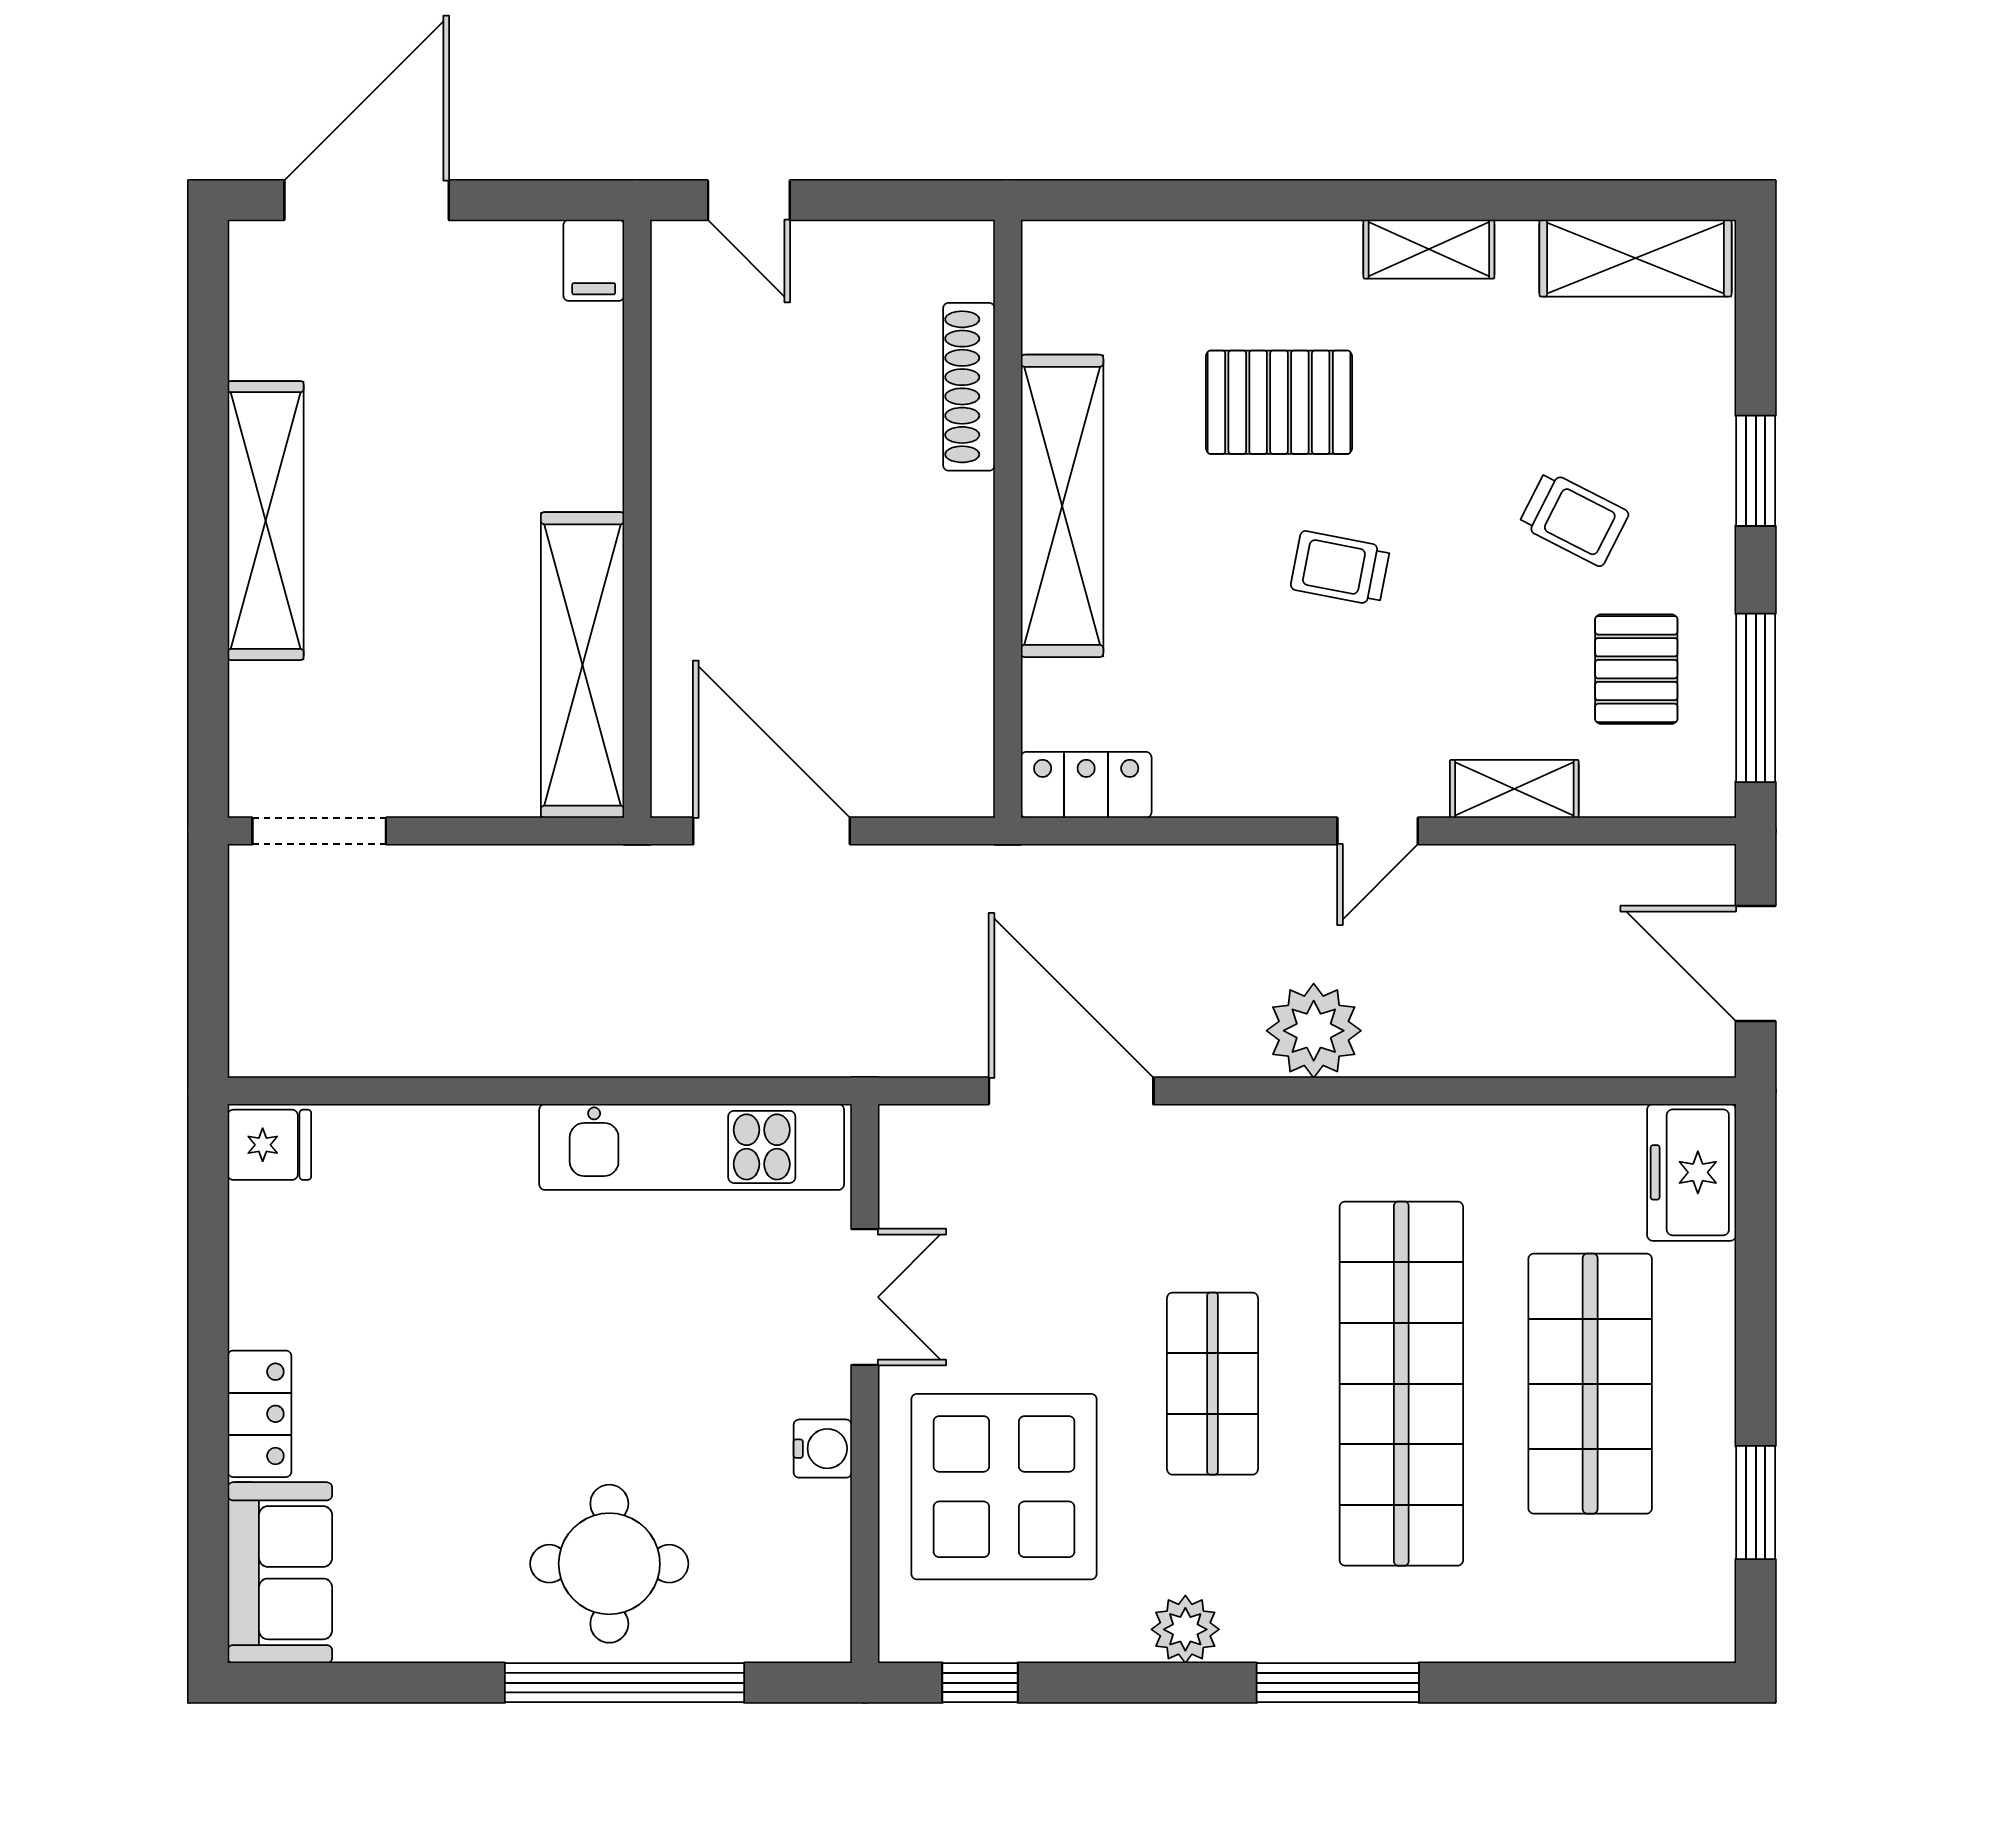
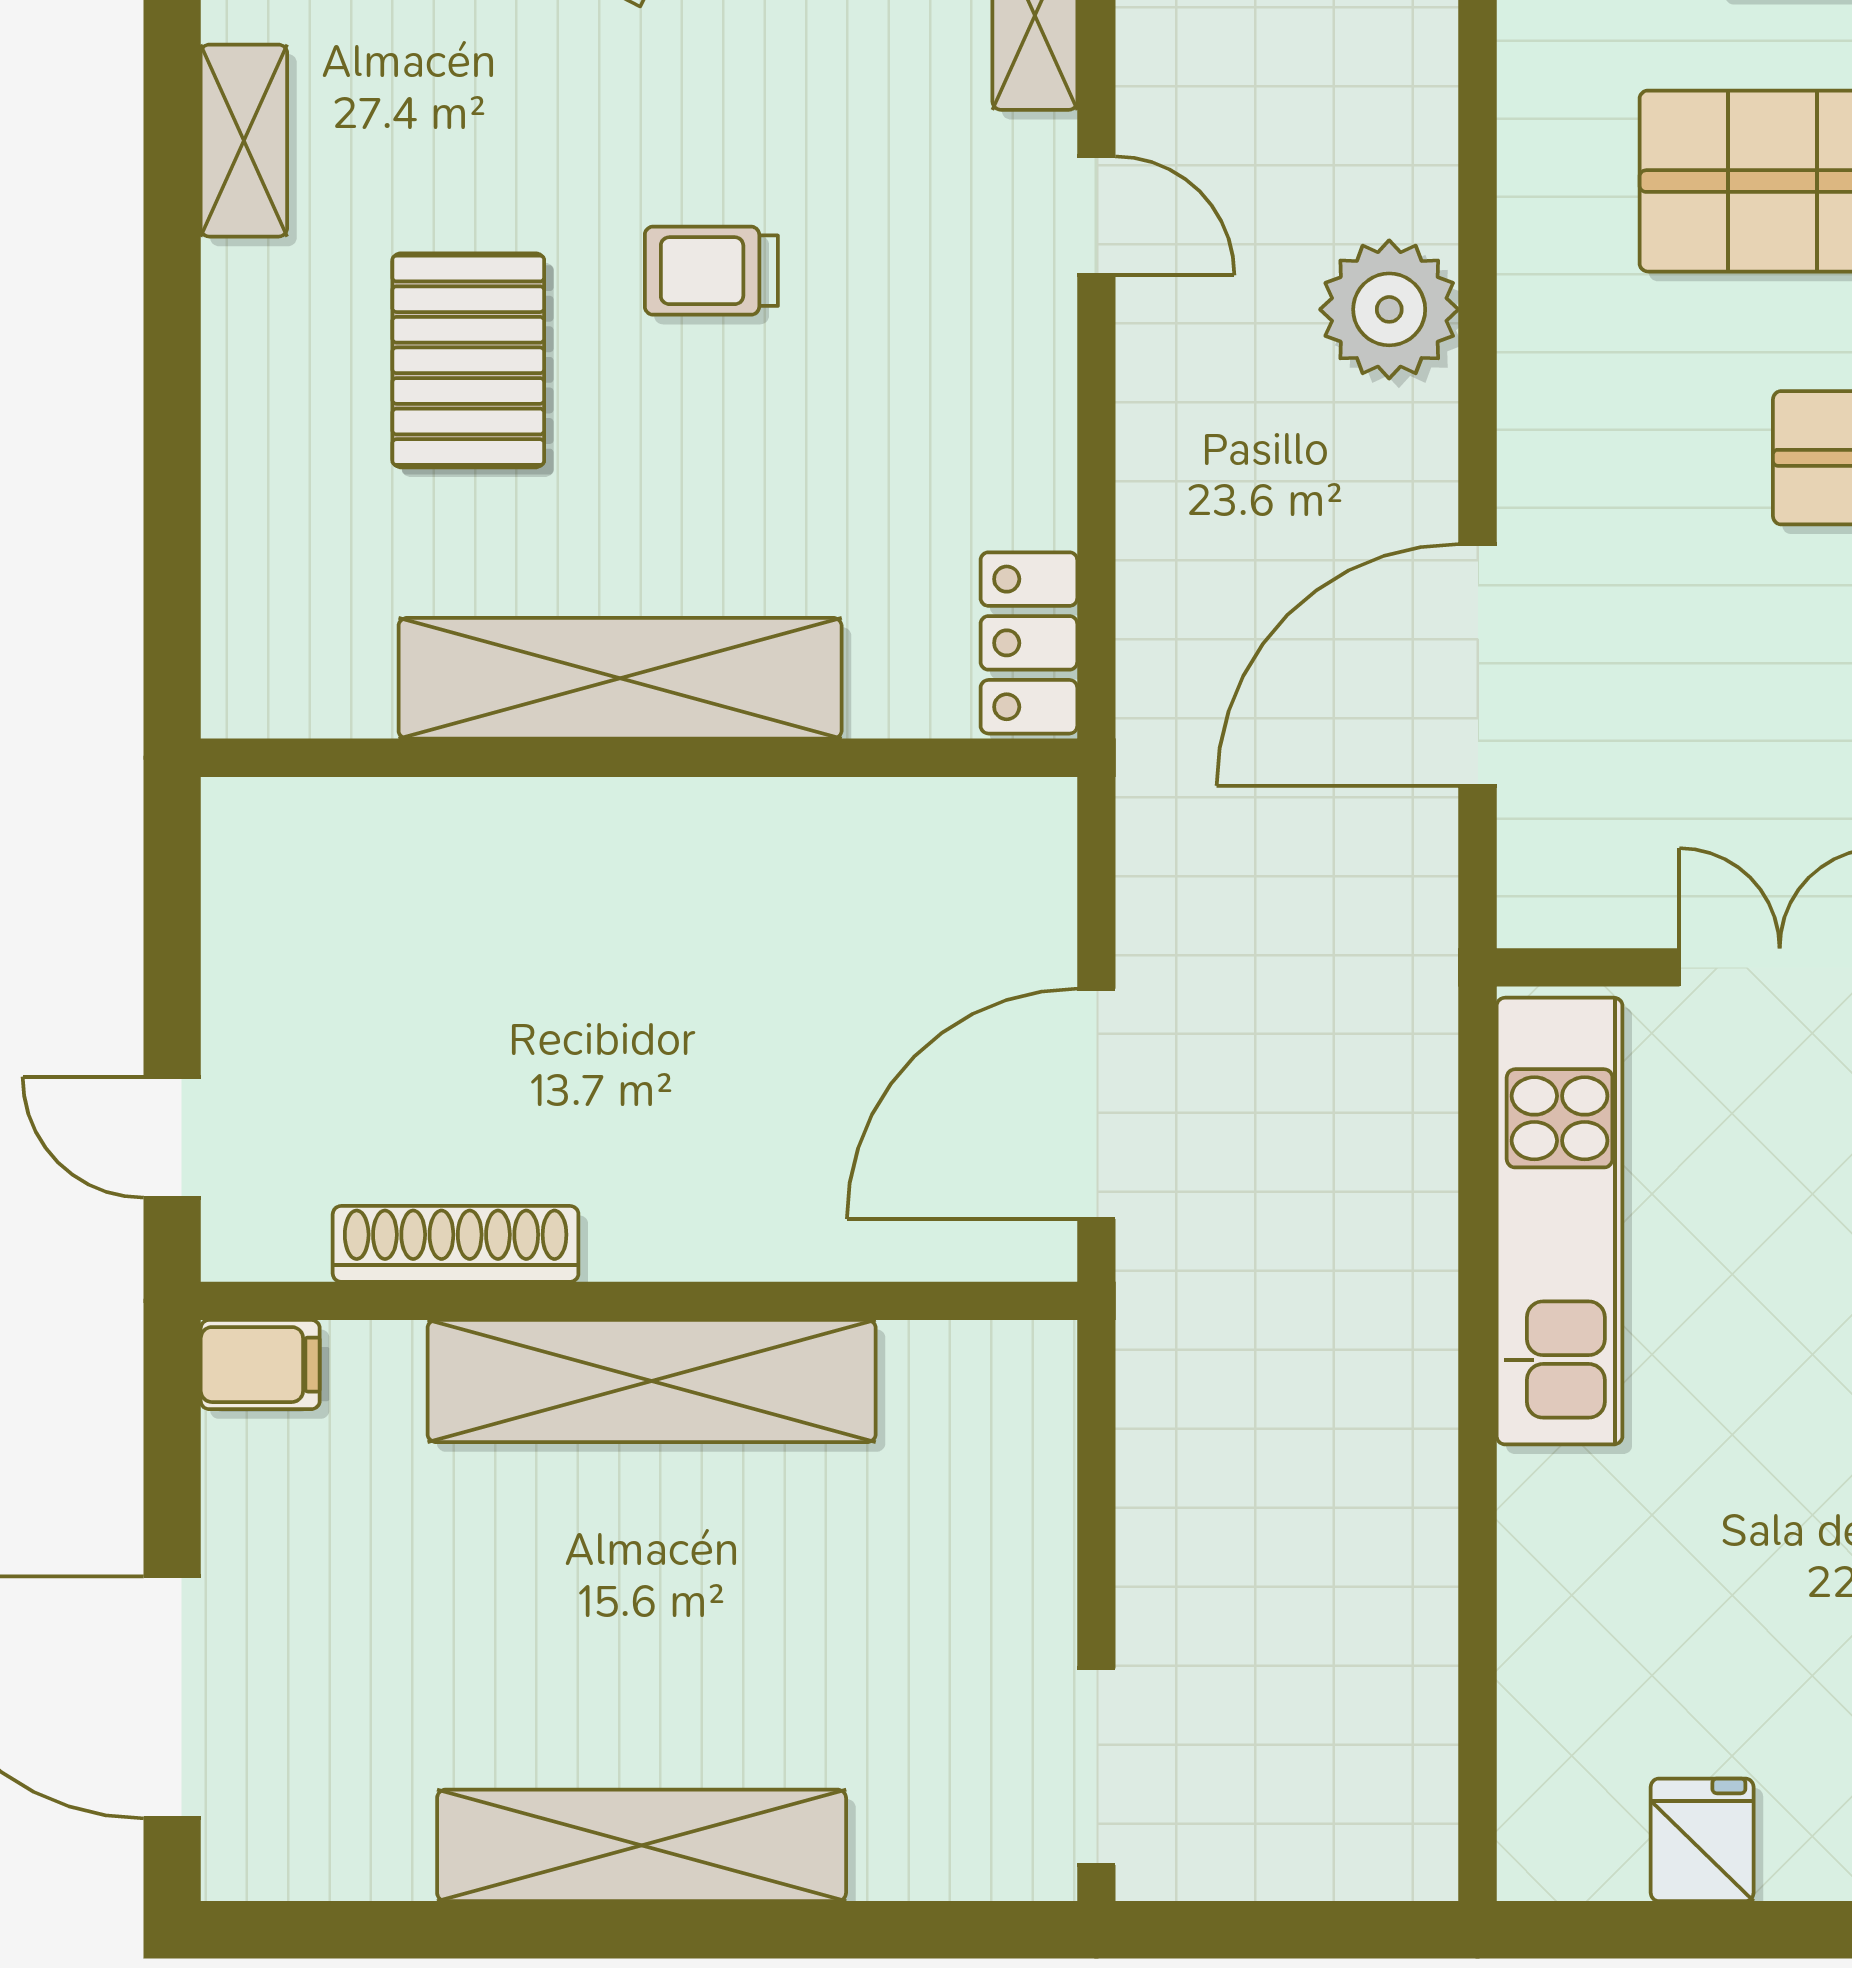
door: (749, 200) -> (172, 1137), swing flipped
shoe rack: (969, 387) -> (456, 1244), moved, turned 180
trolley: (1340, 568) -> (711, 271), turned 79
shelving: (582, 665) -> (652, 1381), moved
fridge: (269, 1145) -> (1702, 1840), moved

